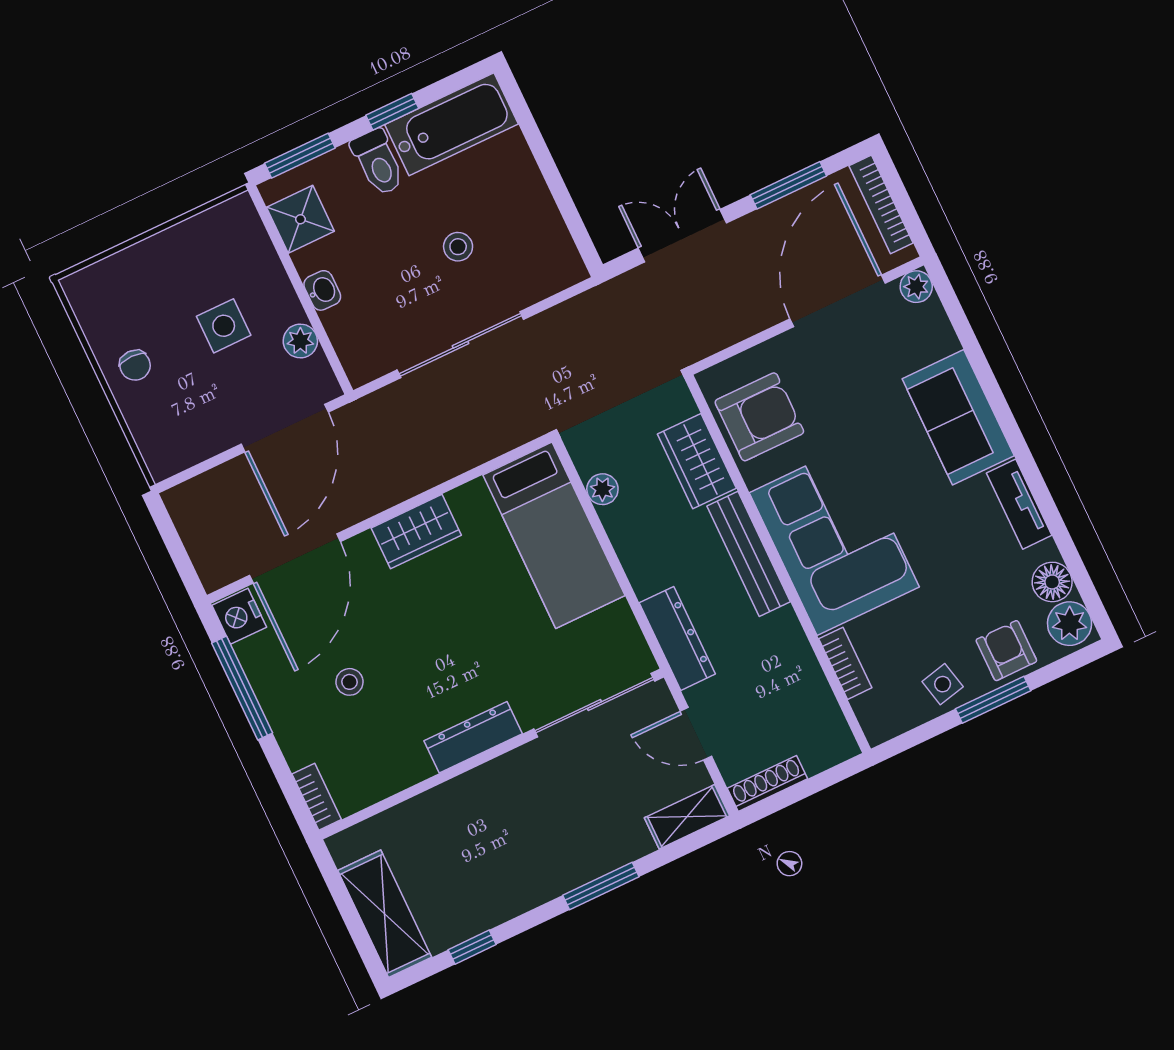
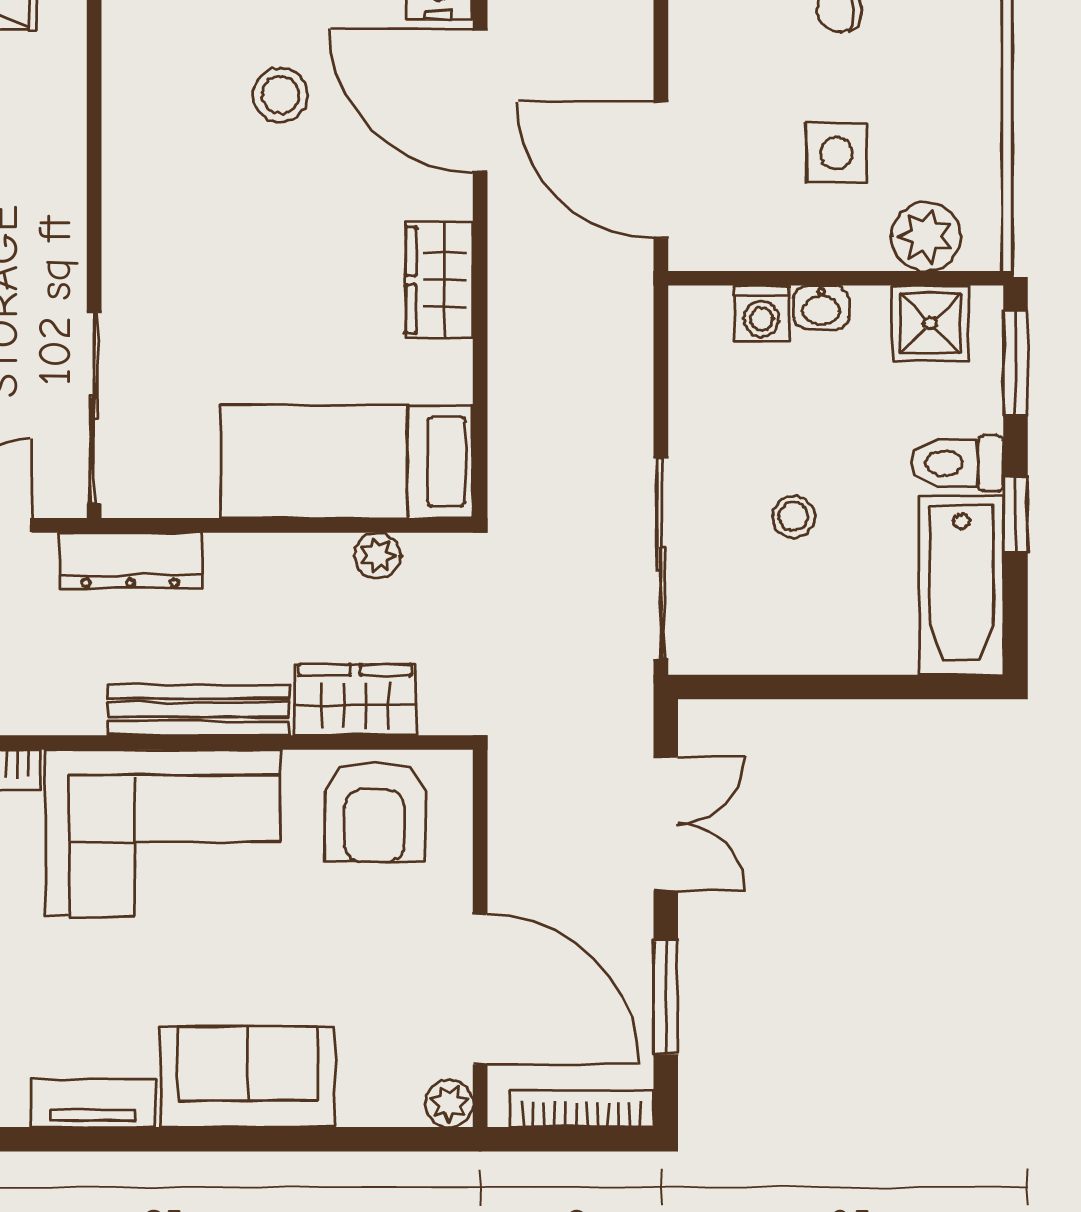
washing machine: (343, 325) -> (761, 313), added
plant: (300, 341) -> (926, 236), moved, width x1.38, depth x1.38
sliding door: (460, 345) -> (661, 559), moved
stool: (350, 682) -> (281, 95), width x1.37, depth x1.37
dresser: (473, 737) -> (128, 225), removed

